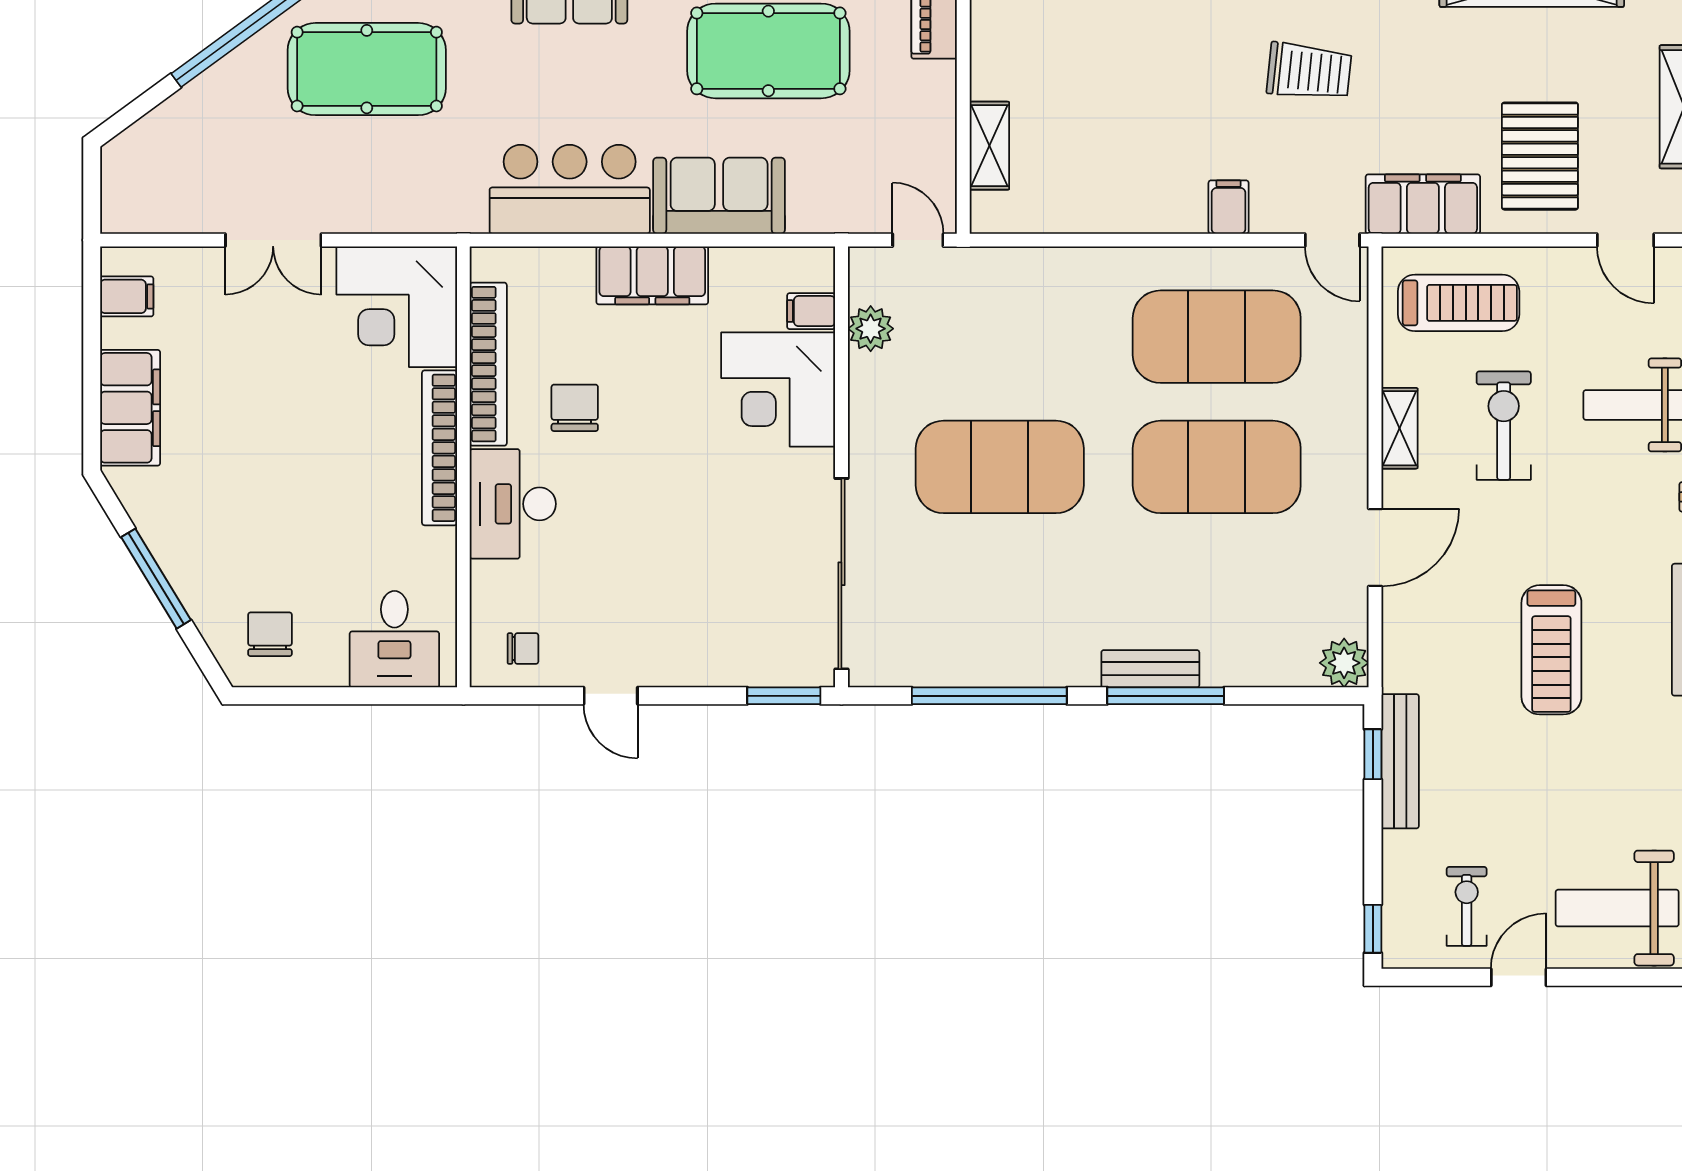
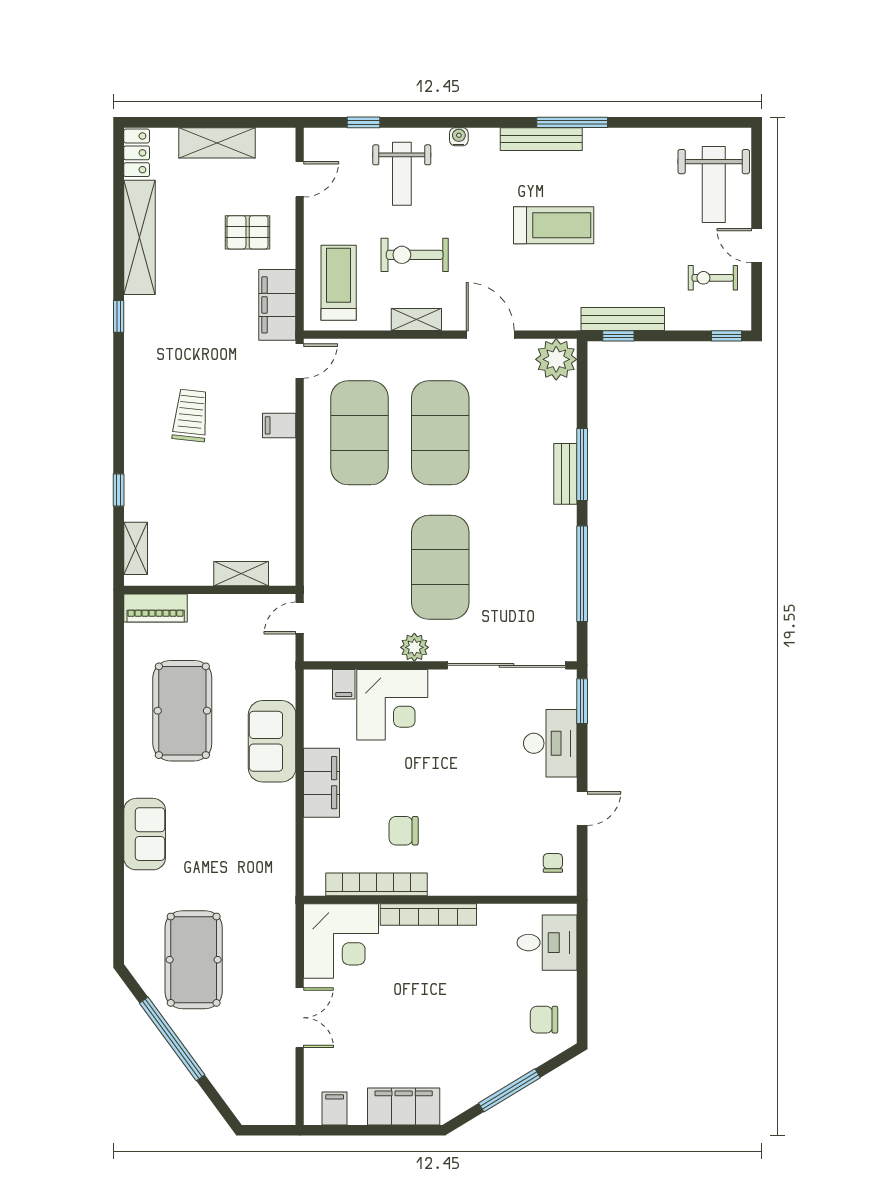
trolley: (1309, 71) -> (191, 415), moved
pallet: (1540, 156) -> (248, 232), width x0.67, depth x0.71
bar counter: (570, 189) -> (268, 834), removed
plant: (871, 329) -> (414, 647), moved
desk: (513, 504) -> (550, 743), moved, turned -90
plant: (1344, 663) -> (556, 359), width x1.36, depth x1.36

